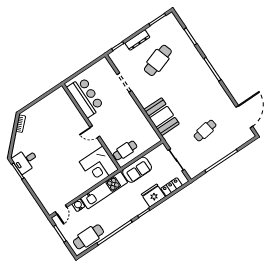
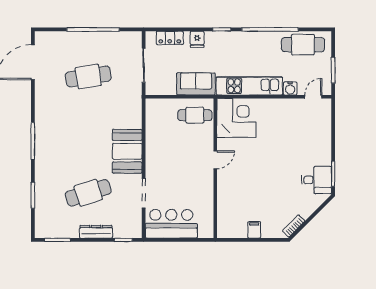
bar counter: (85, 97) -> (171, 224), moved, turned 90
filing cabinet: (43, 105) -> (254, 230), added
booth: (162, 117) -> (127, 151), moved
cafe table: (205, 131) -> (88, 77), width x1.37, depth x1.35
door: (95, 132) -> (215, 160), hinge flipped
fridge: (153, 196) -> (197, 39), width x0.53, depth x0.75

